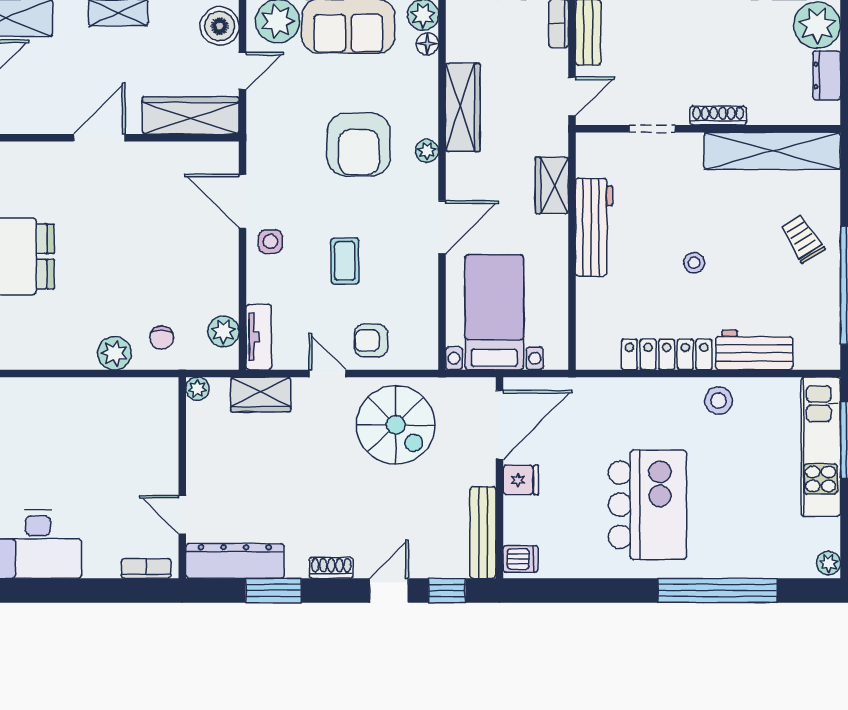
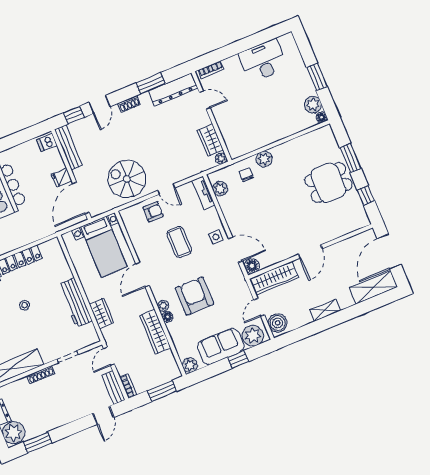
floor lamp: (427, 44) -> (167, 317), moved
floor lamp: (224, 157) -> (252, 266), added
coffee table: (345, 261) -> (179, 242), width x1.36, depth x1.30
wardrobe: (261, 395) -> (210, 140), moved, turned -90

